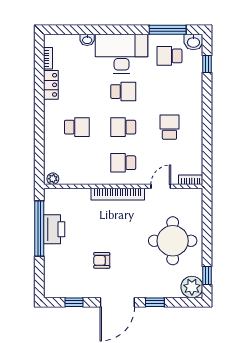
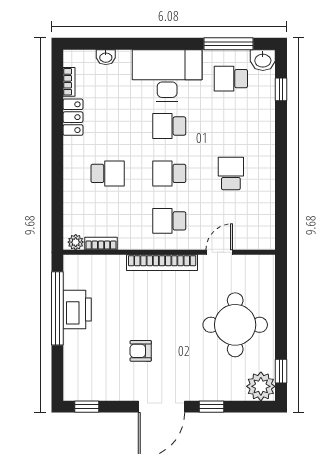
washbasin: (87, 40) -> (106, 57), moved
school desk: (123, 92) -> (169, 126), turned 180
bookcase: (191, 180) -> (101, 244), moved
window: (74, 302) -> (87, 407), moved

